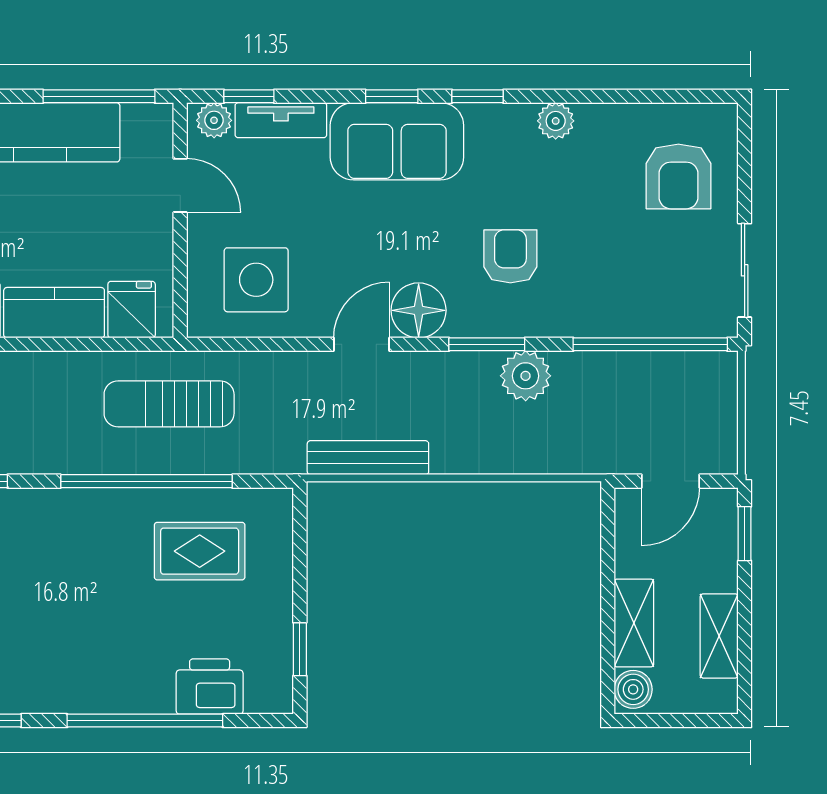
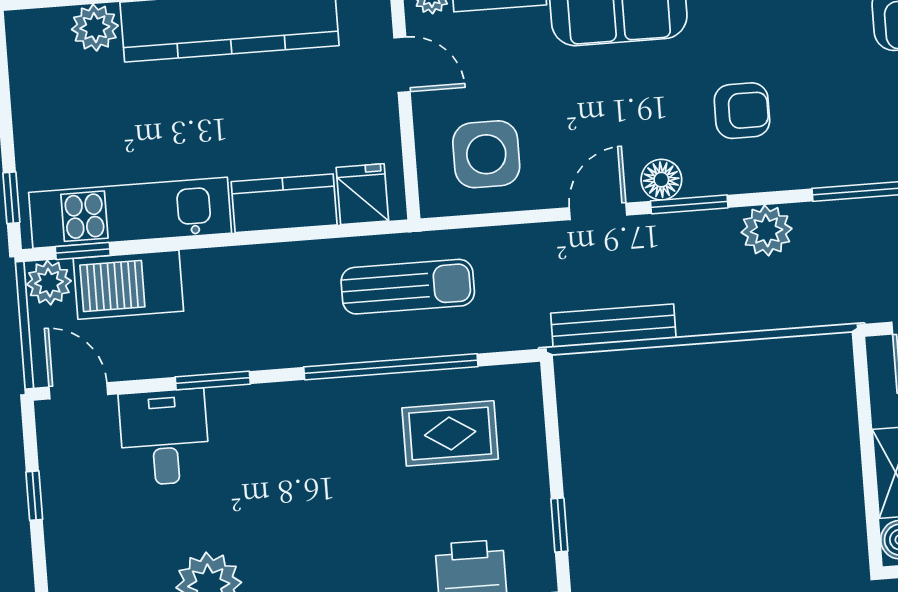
armchair: (510, 256) -> (742, 111), turned 90
floor lamp: (419, 310) -> (661, 180), width x0.73, depth x0.73
window: (487, 344) -> (689, 204), moved
sun lounger: (169, 404) -> (408, 287), turned 180

